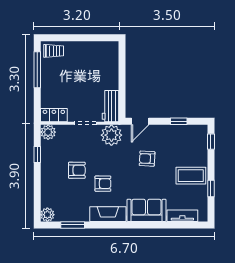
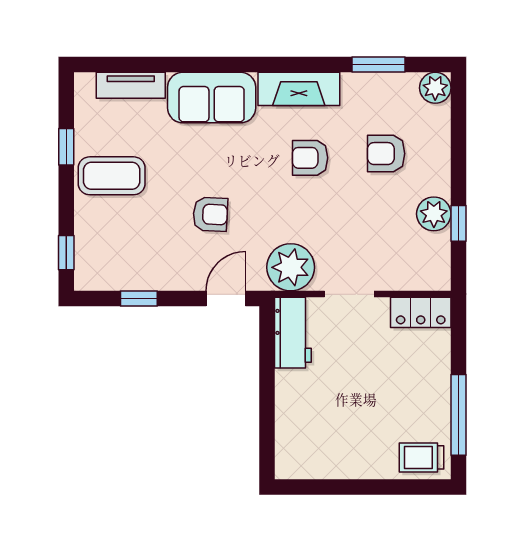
plant: (48, 132) -> (434, 214), moved
armchair: (77, 170) -> (386, 154), moved

